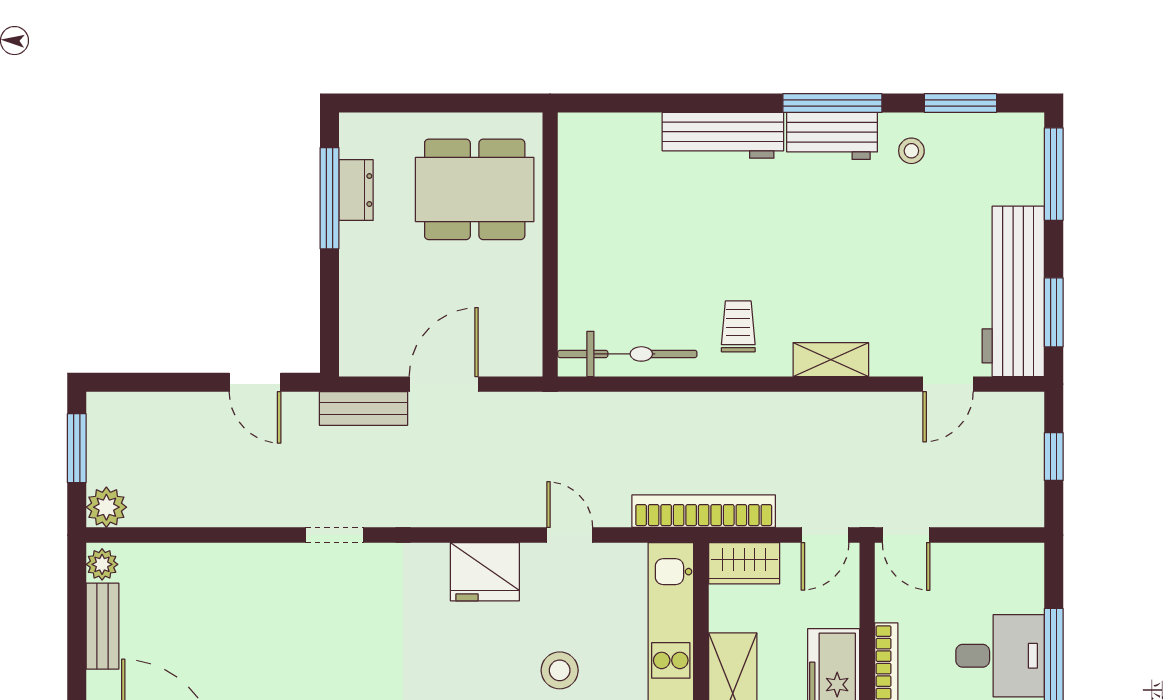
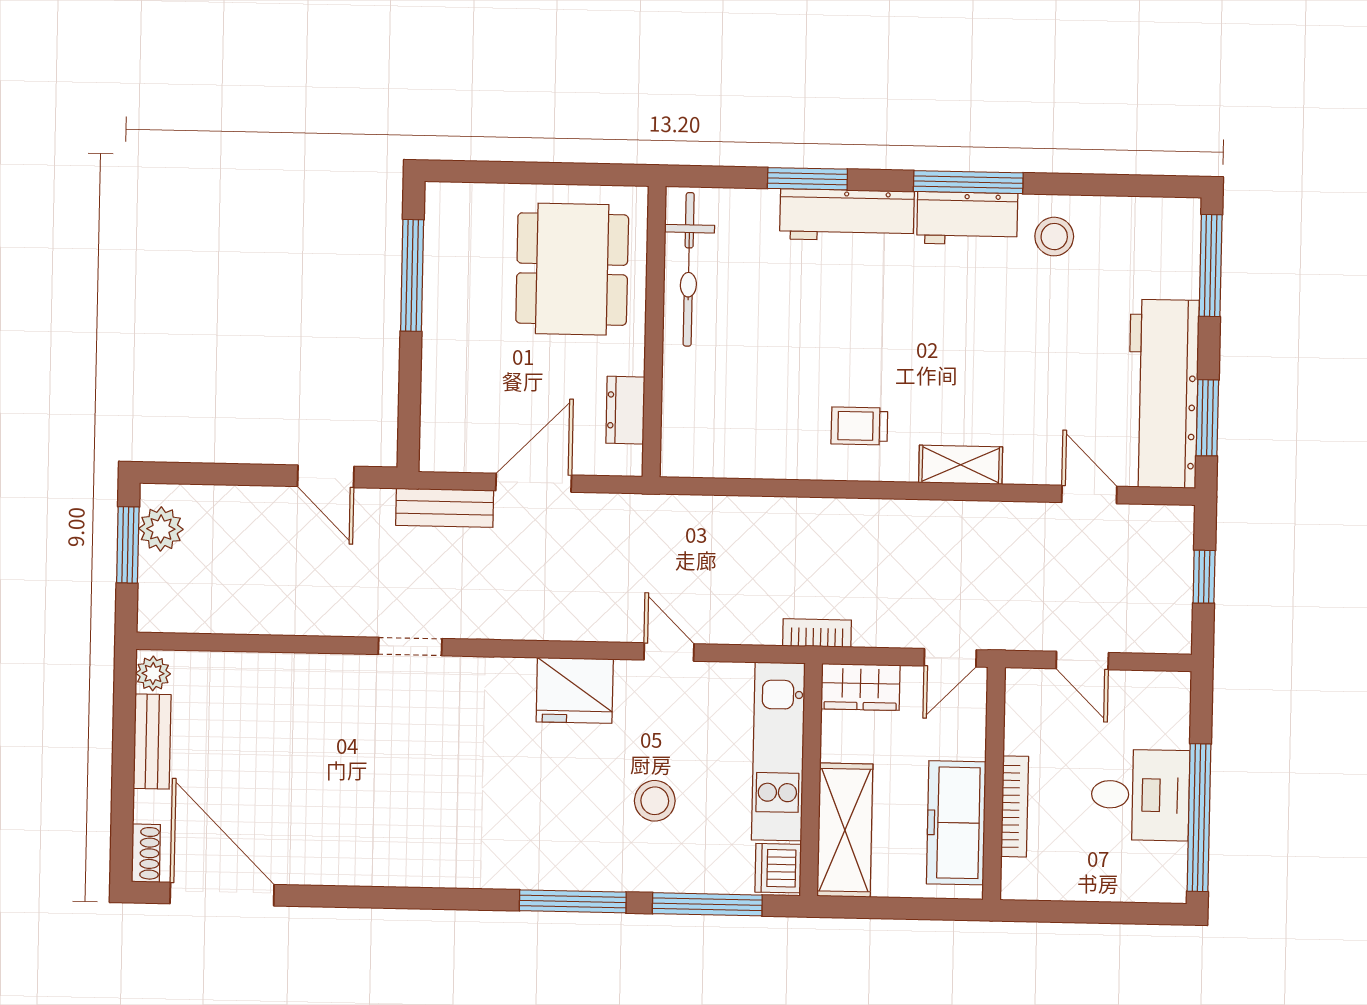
window: (960, 103) -> (807, 179), moved
stool: (911, 151) -> (1054, 237), width x1.37, depth x1.37
dining table: (475, 189) -> (572, 269), turned 90
dresser: (356, 190) -> (625, 410), moved, turned 180
trolley: (738, 326) -> (859, 426), turned -90
bicycle: (627, 354) -> (689, 269), moved, turned 90
door: (948, 384) -> (1089, 494), swing flipped
plant: (106, 507) -> (161, 529), moved
bookcase: (704, 511) -> (817, 633), width x0.43, depth x0.76
door: (906, 535) -> (1082, 661), moved

